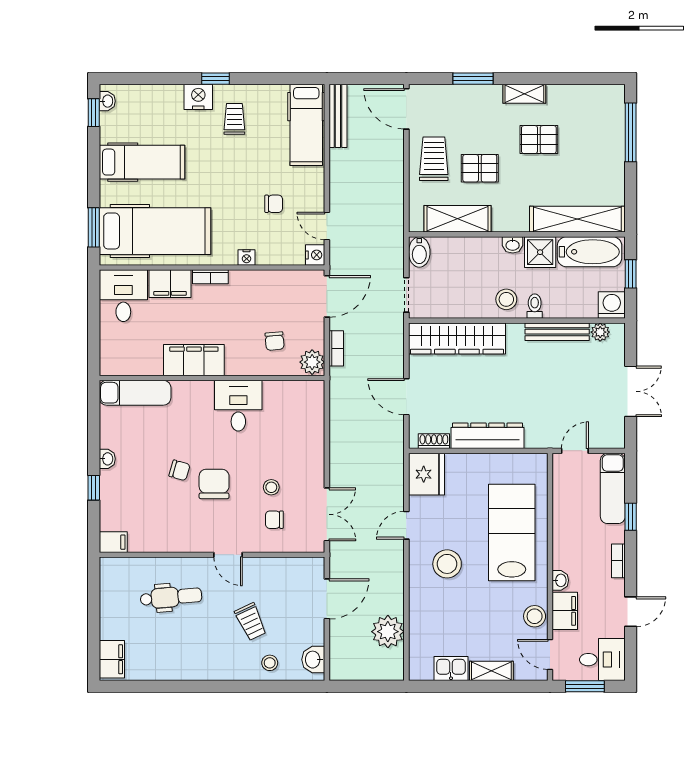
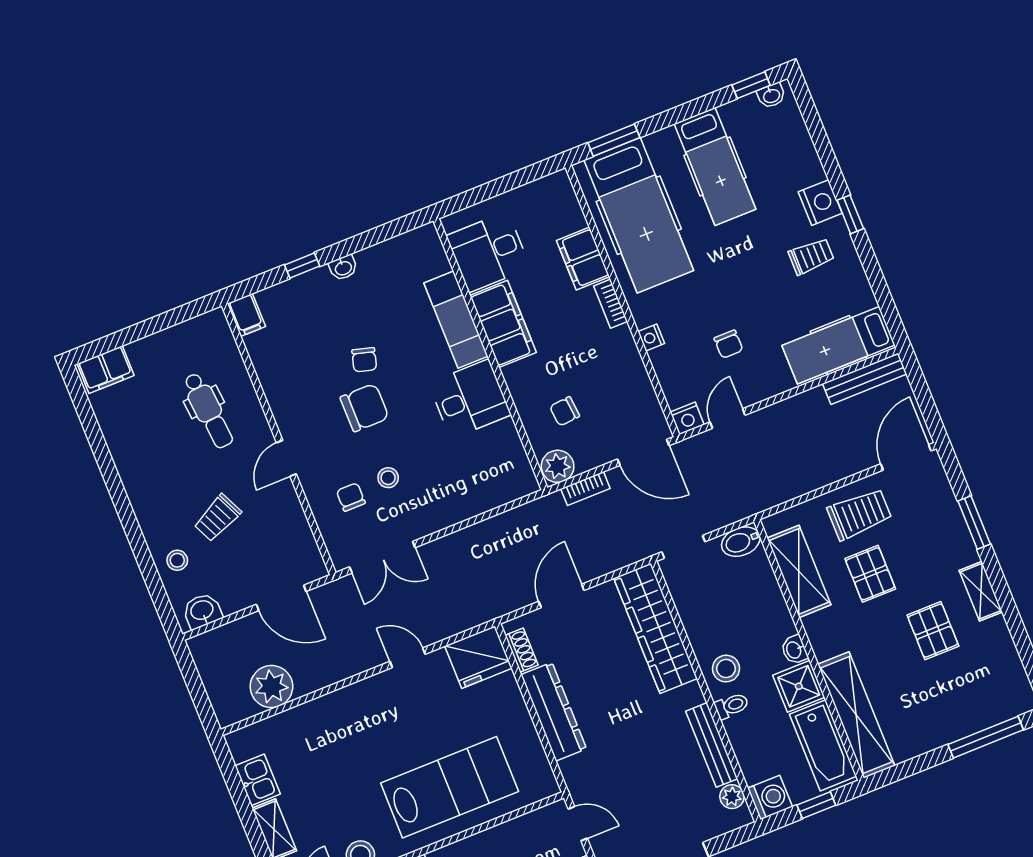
desk: (123, 296) -> (488, 252), moved, turned 180
exam couch: (135, 393) -> (456, 320), moved
stool: (447, 564) -> (381, 725), removed

